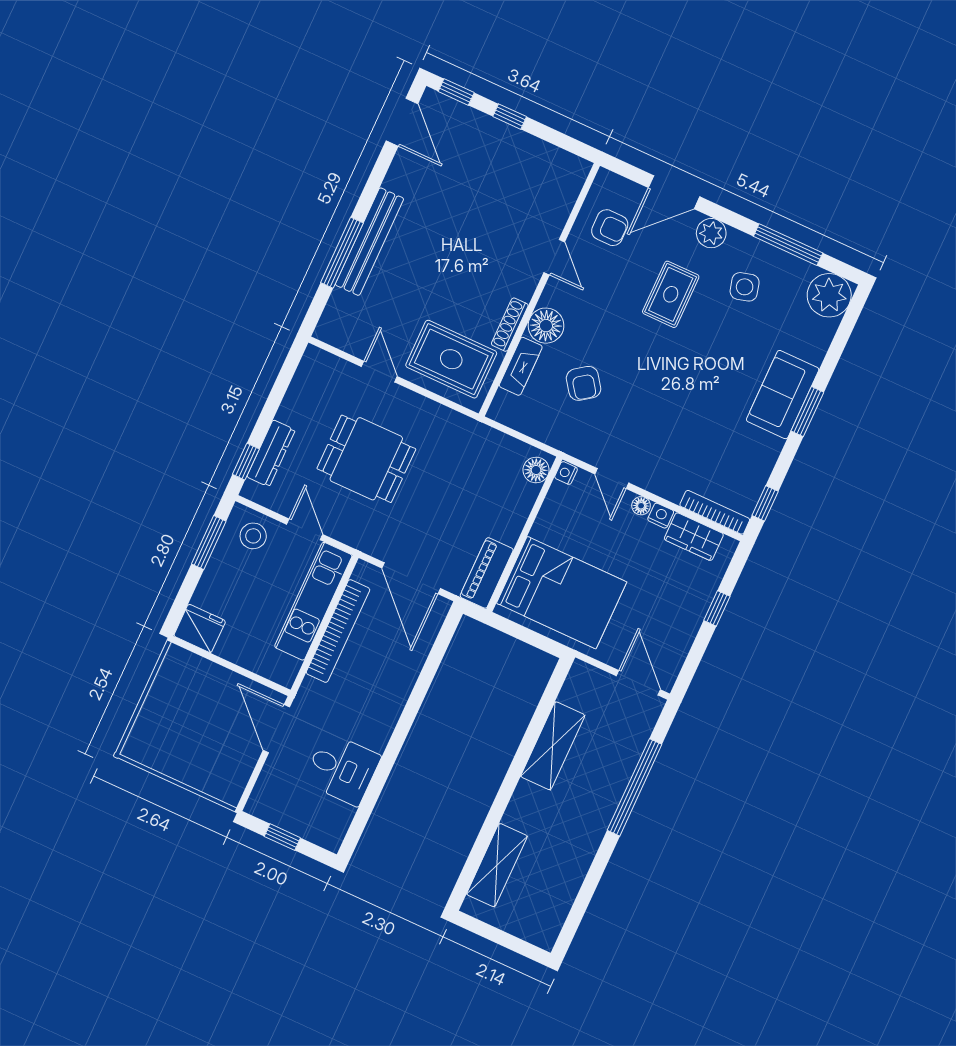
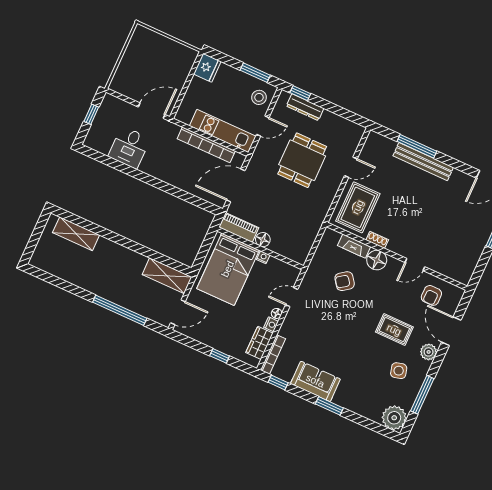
shoe rack: (510, 325) -> (377, 240), width x0.70
sofa: (783, 395) -> (315, 381), moved
floor lamp: (536, 470) -> (263, 240), moved
nightstand: (566, 473) -> (263, 257), moved
shelving: (553, 746) -> (167, 276), moved

